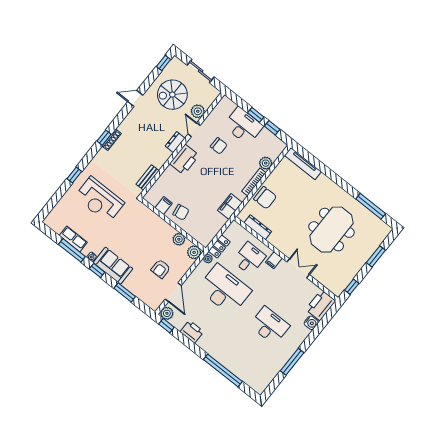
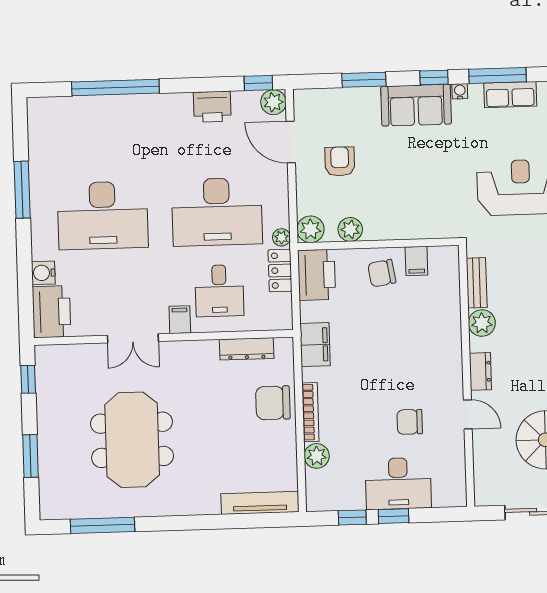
plant: (198, 111) -> (482, 323), moved
printer: (184, 159) -> (317, 275), moved, turned 180
desk: (270, 326) -> (103, 215), width x1.36, depth x1.30

